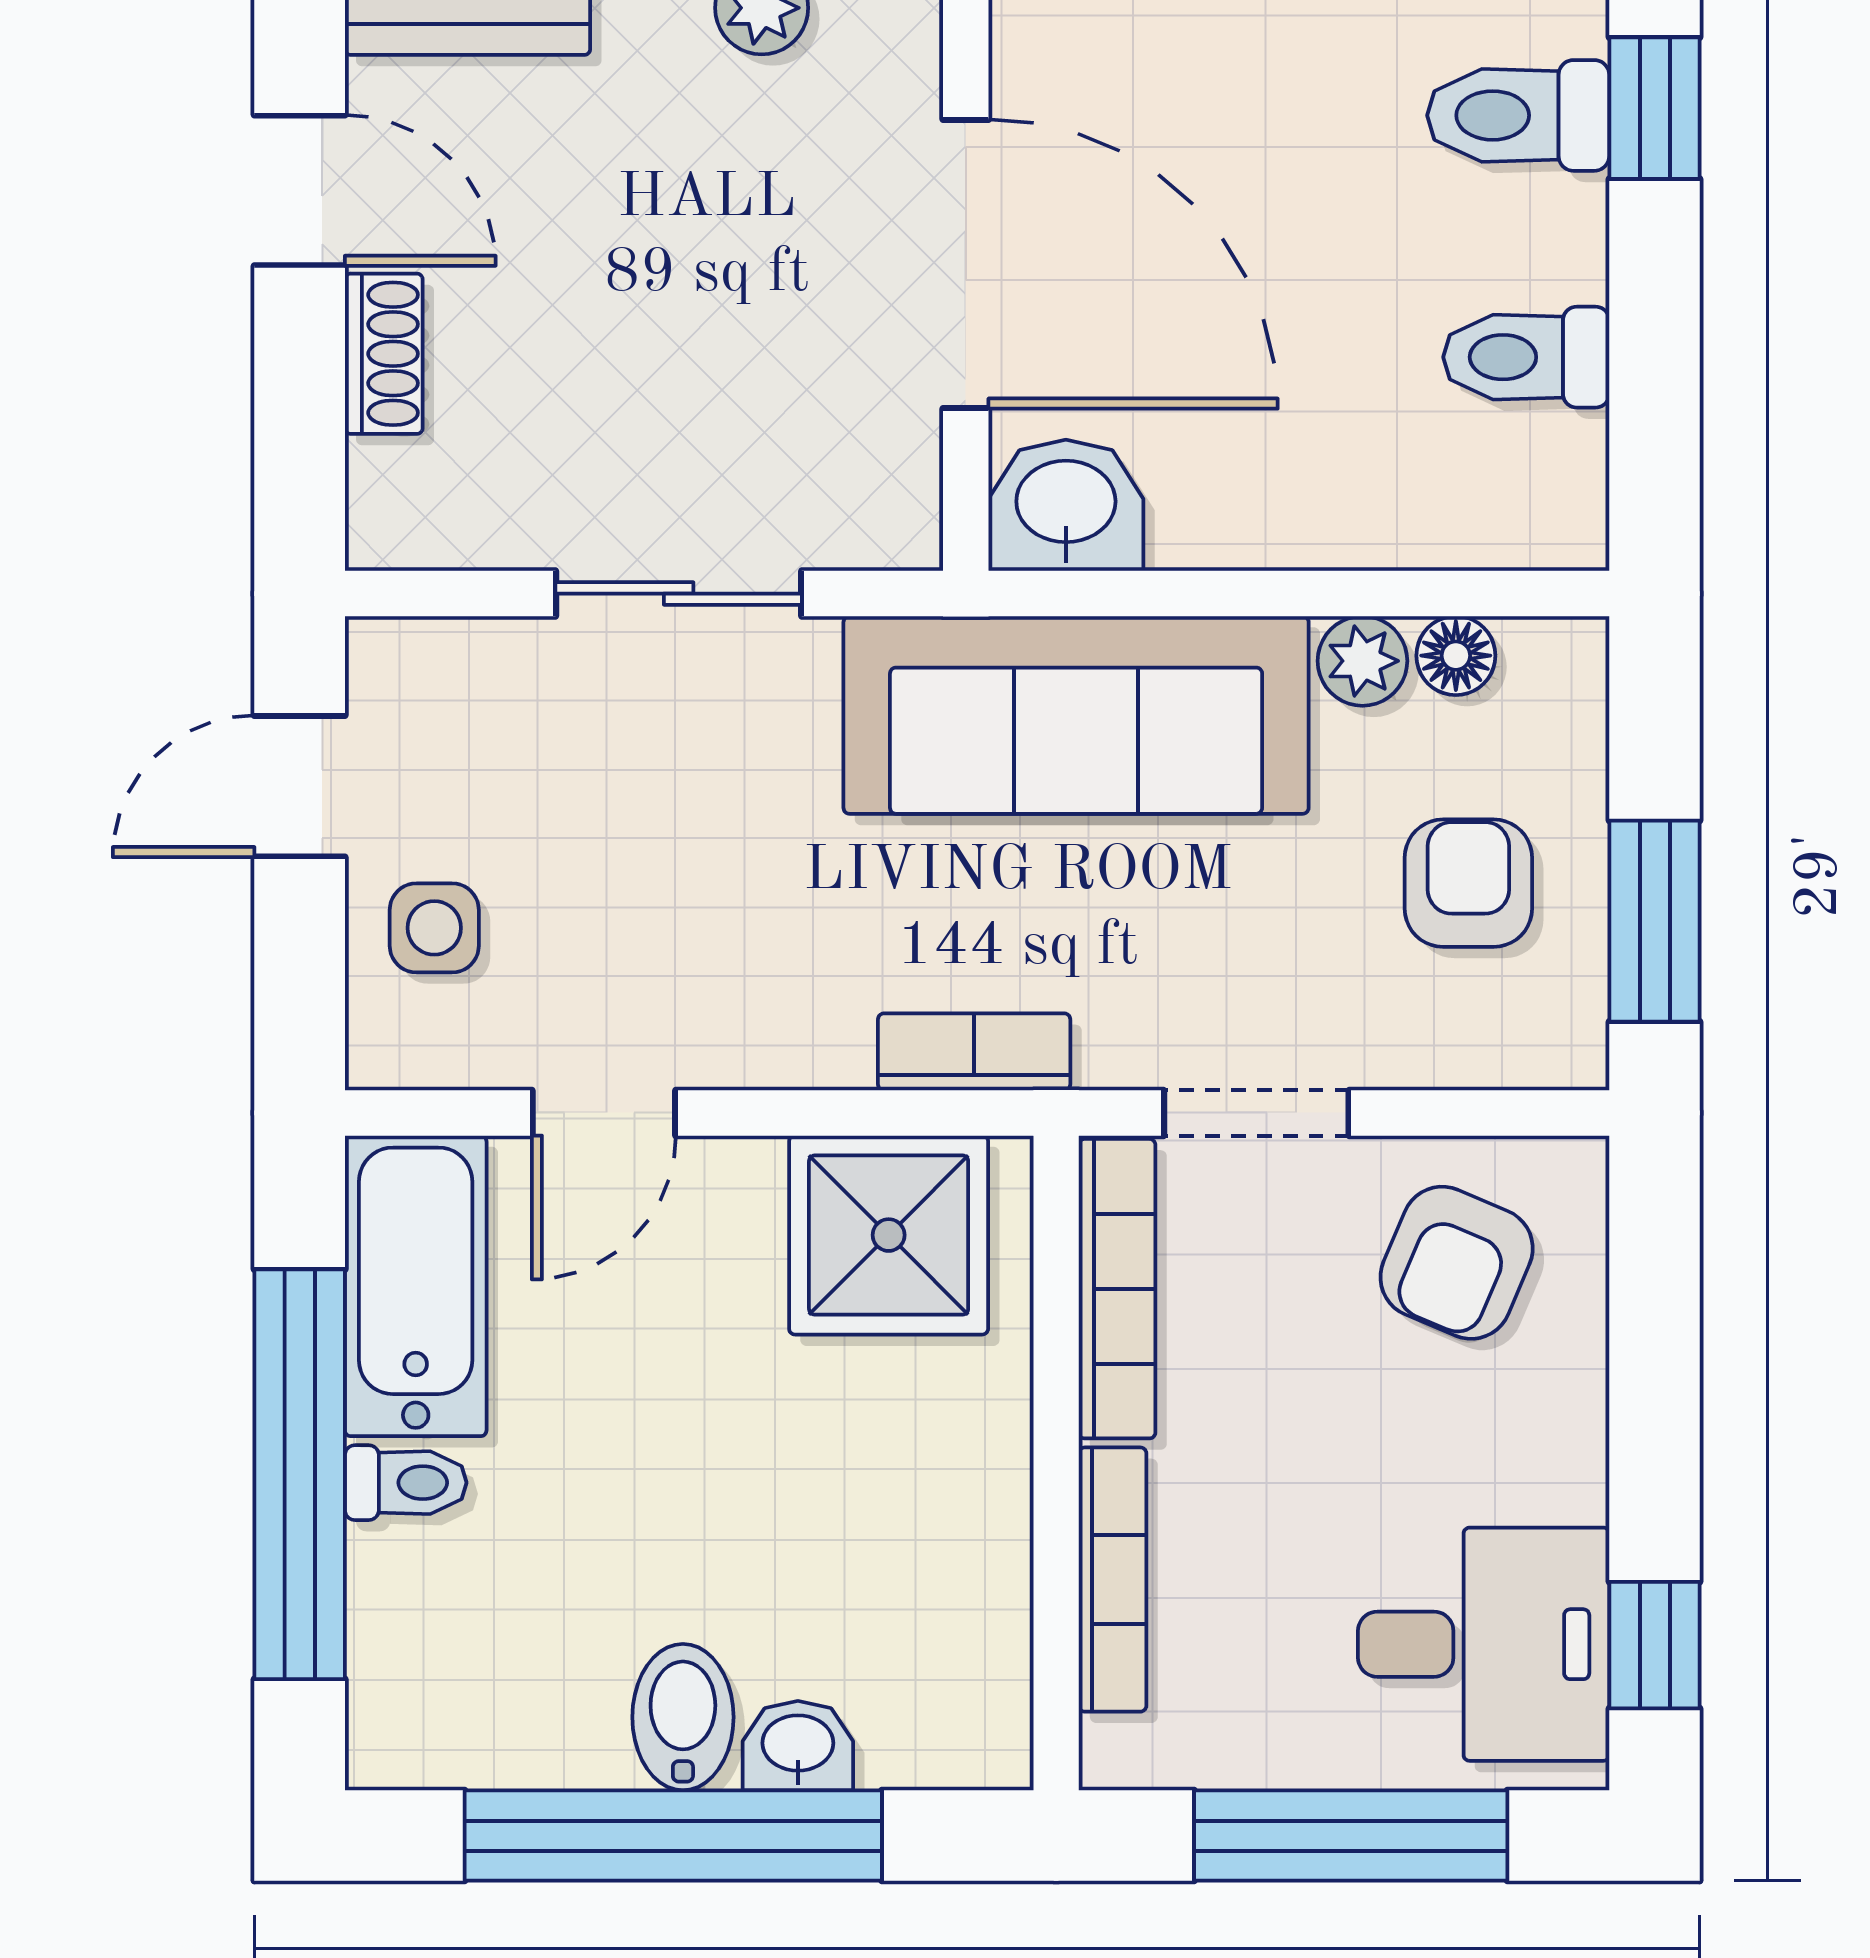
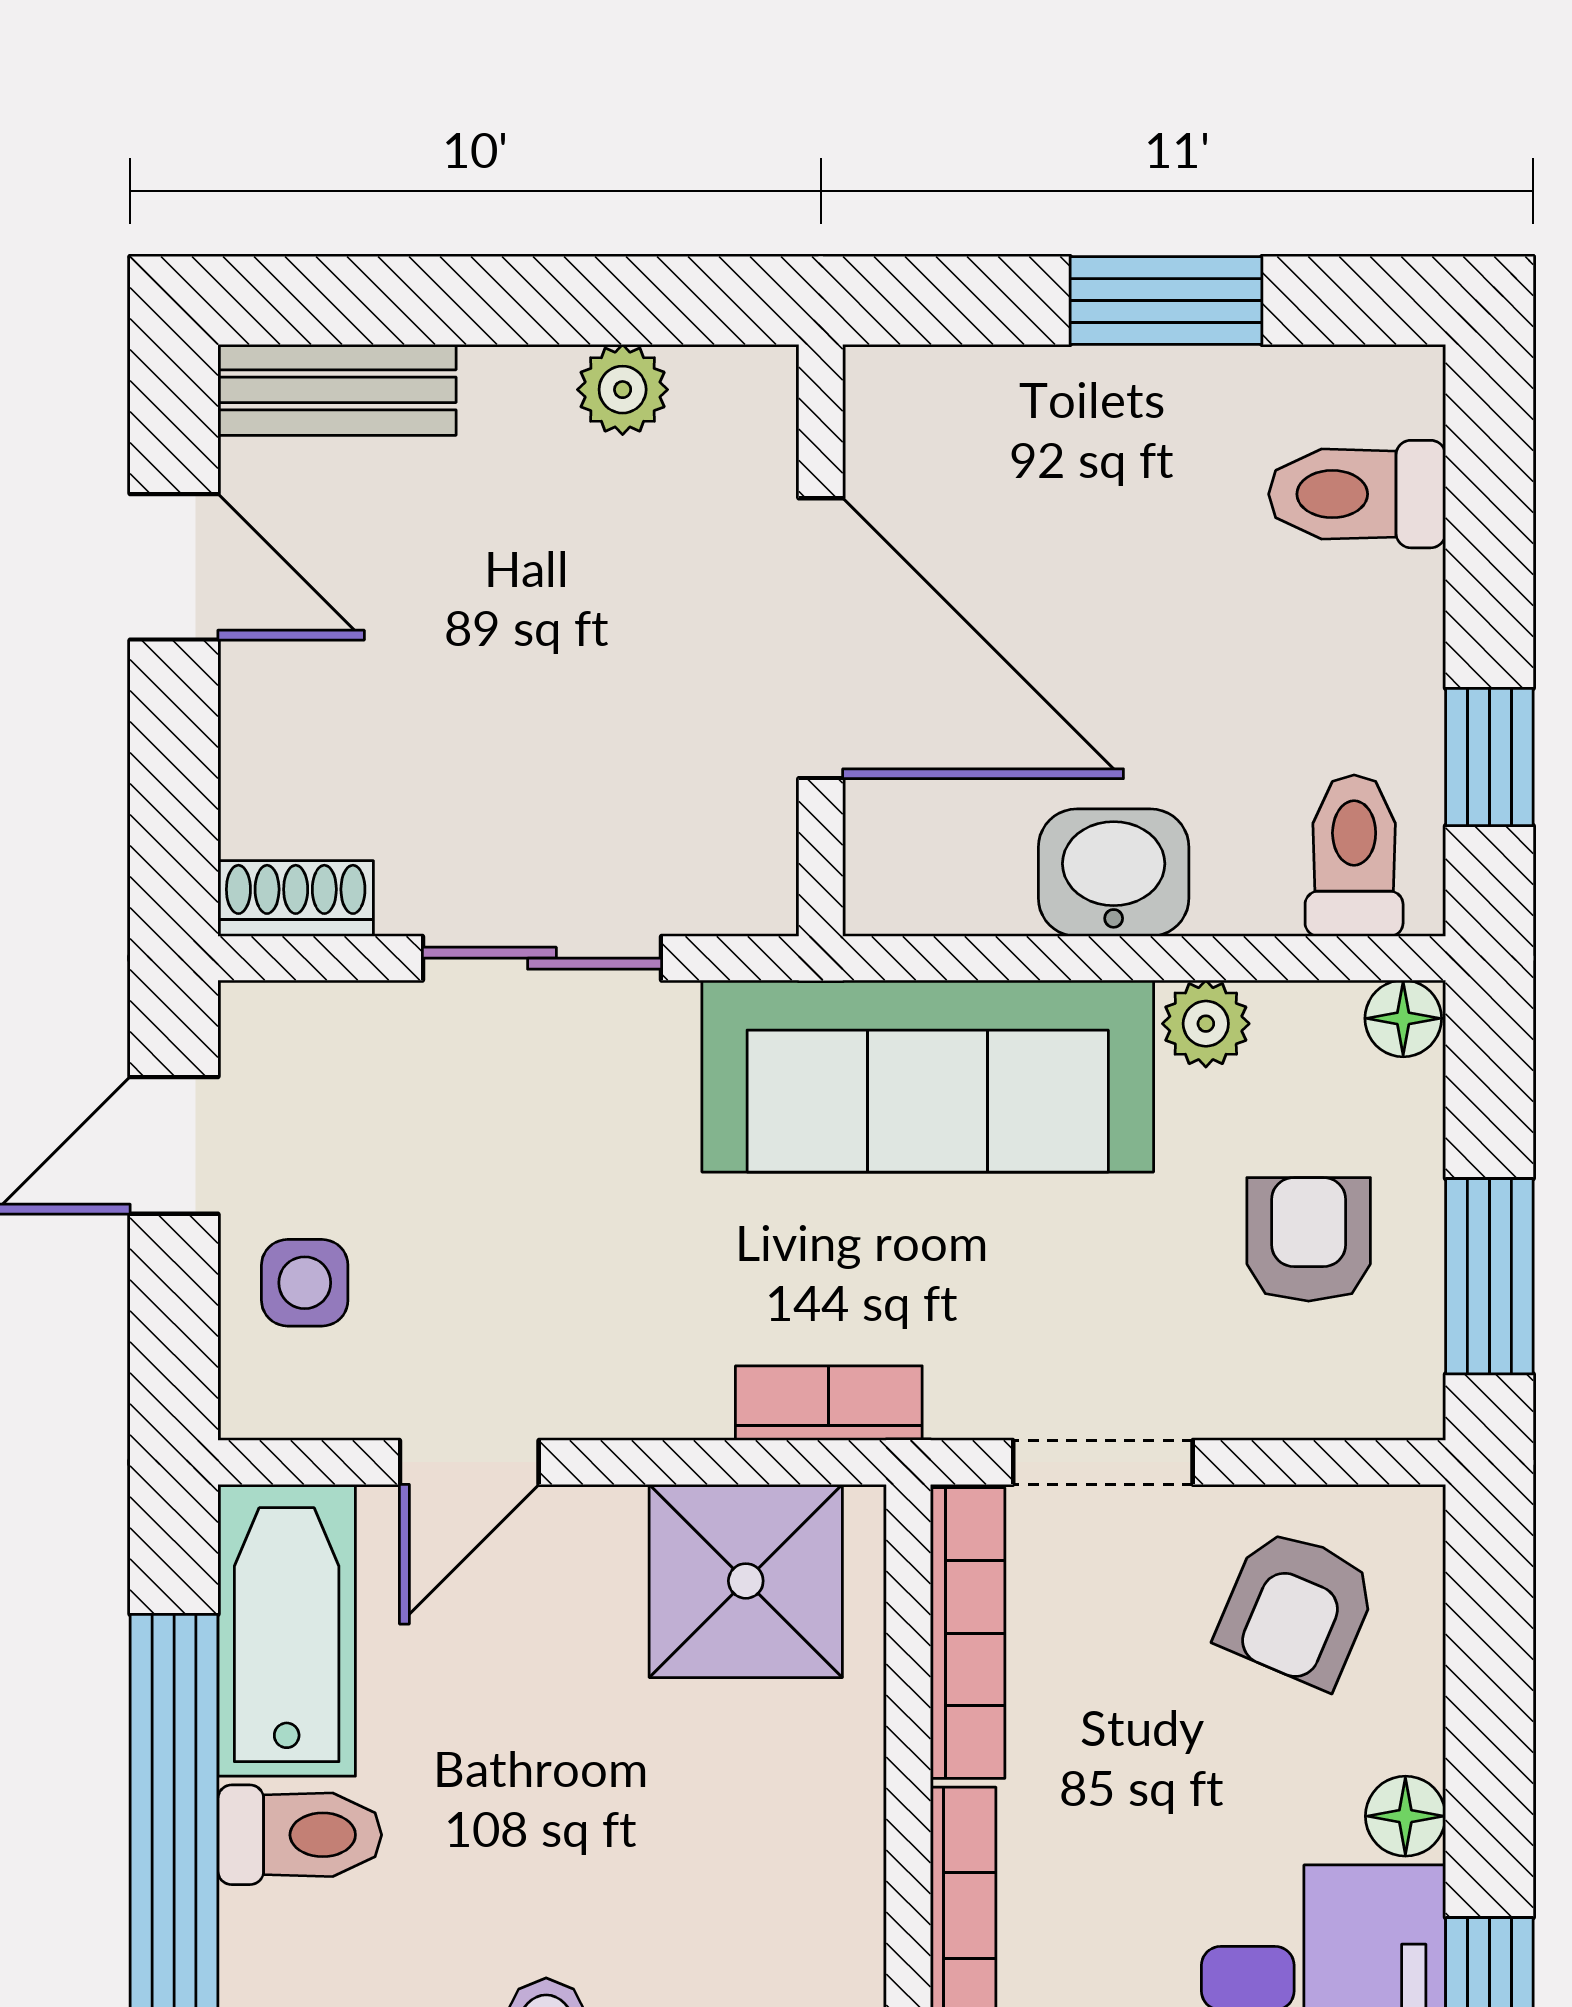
window: (1655, 108) -> (1489, 757), moved
shoe rack: (384, 354) -> (296, 898), moved, turned -90
toilet: (1526, 357) -> (1354, 856), moved, turned 90
washbasin: (1066, 505) -> (1114, 873), moved
floor lamp: (1456, 656) -> (1403, 1018), moved
floor lamp: (1568, 1477) -> (1405, 1816), added
toilet: (406, 1483) -> (300, 1835), width x1.37, depth x1.39

